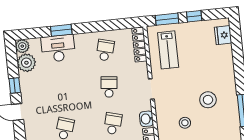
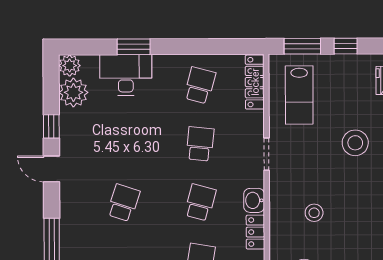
stool: (208, 100) -> (355, 143), moved

